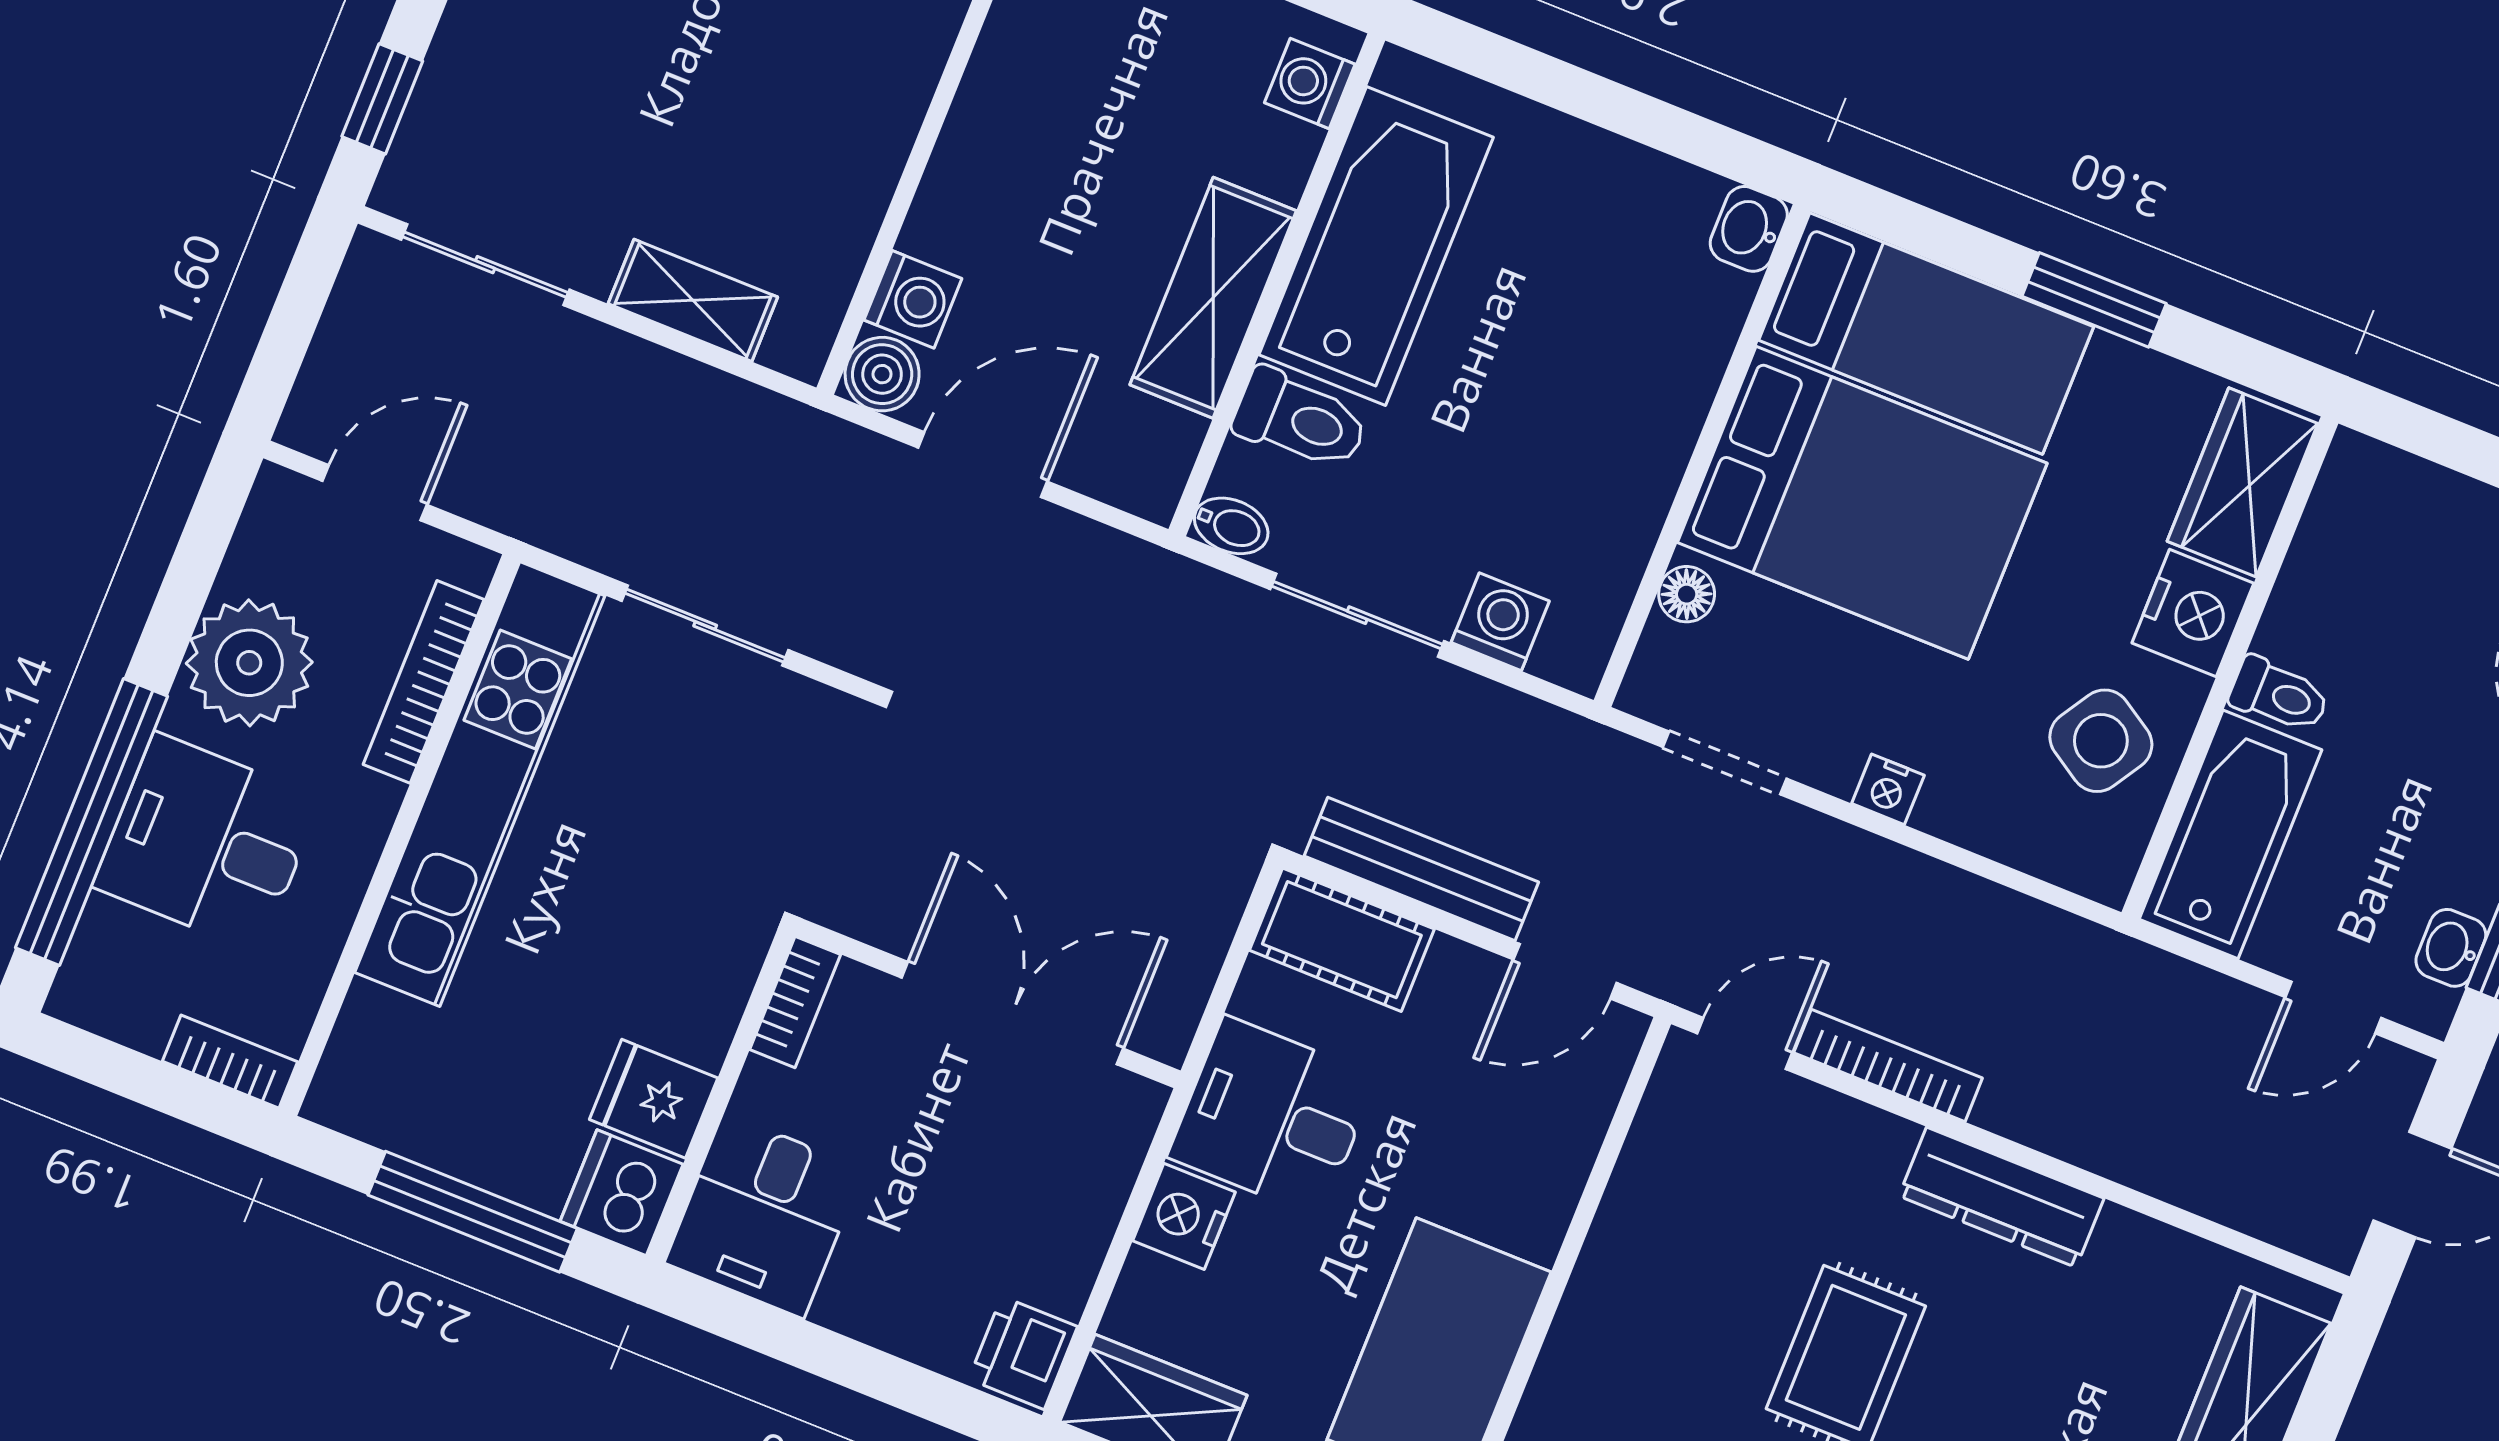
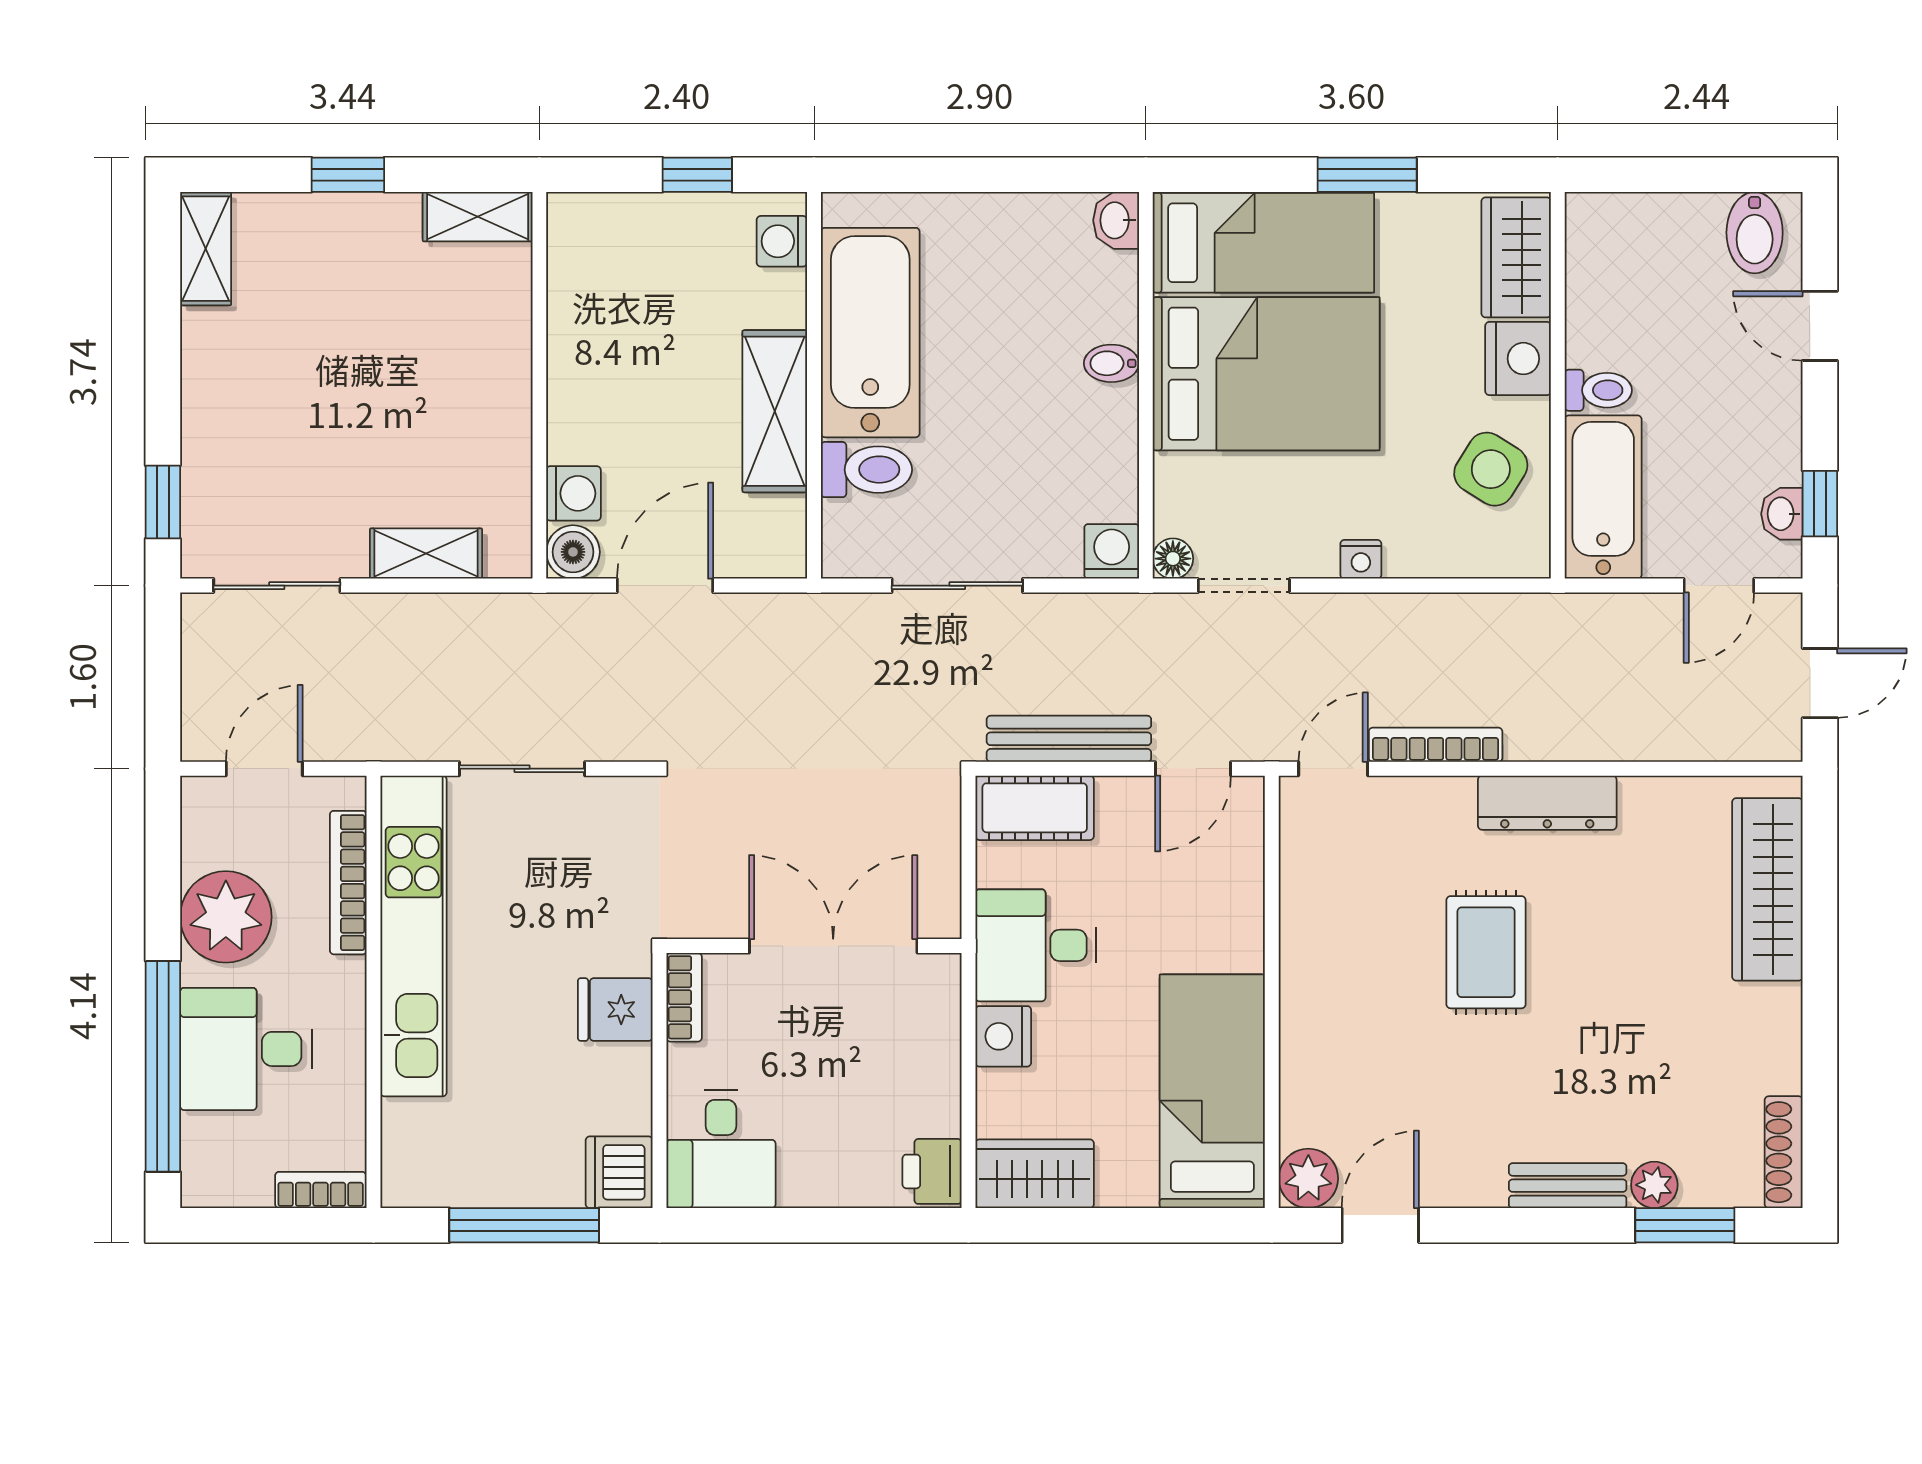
bidet: (1231, 526) -> (1111, 363), moved, turned 180
floor lamp: (1687, 594) -> (1173, 559), moved
washing machine: (1500, 622) -> (1112, 551), moved
fridge: (654, 1099) -> (615, 1010), moved

